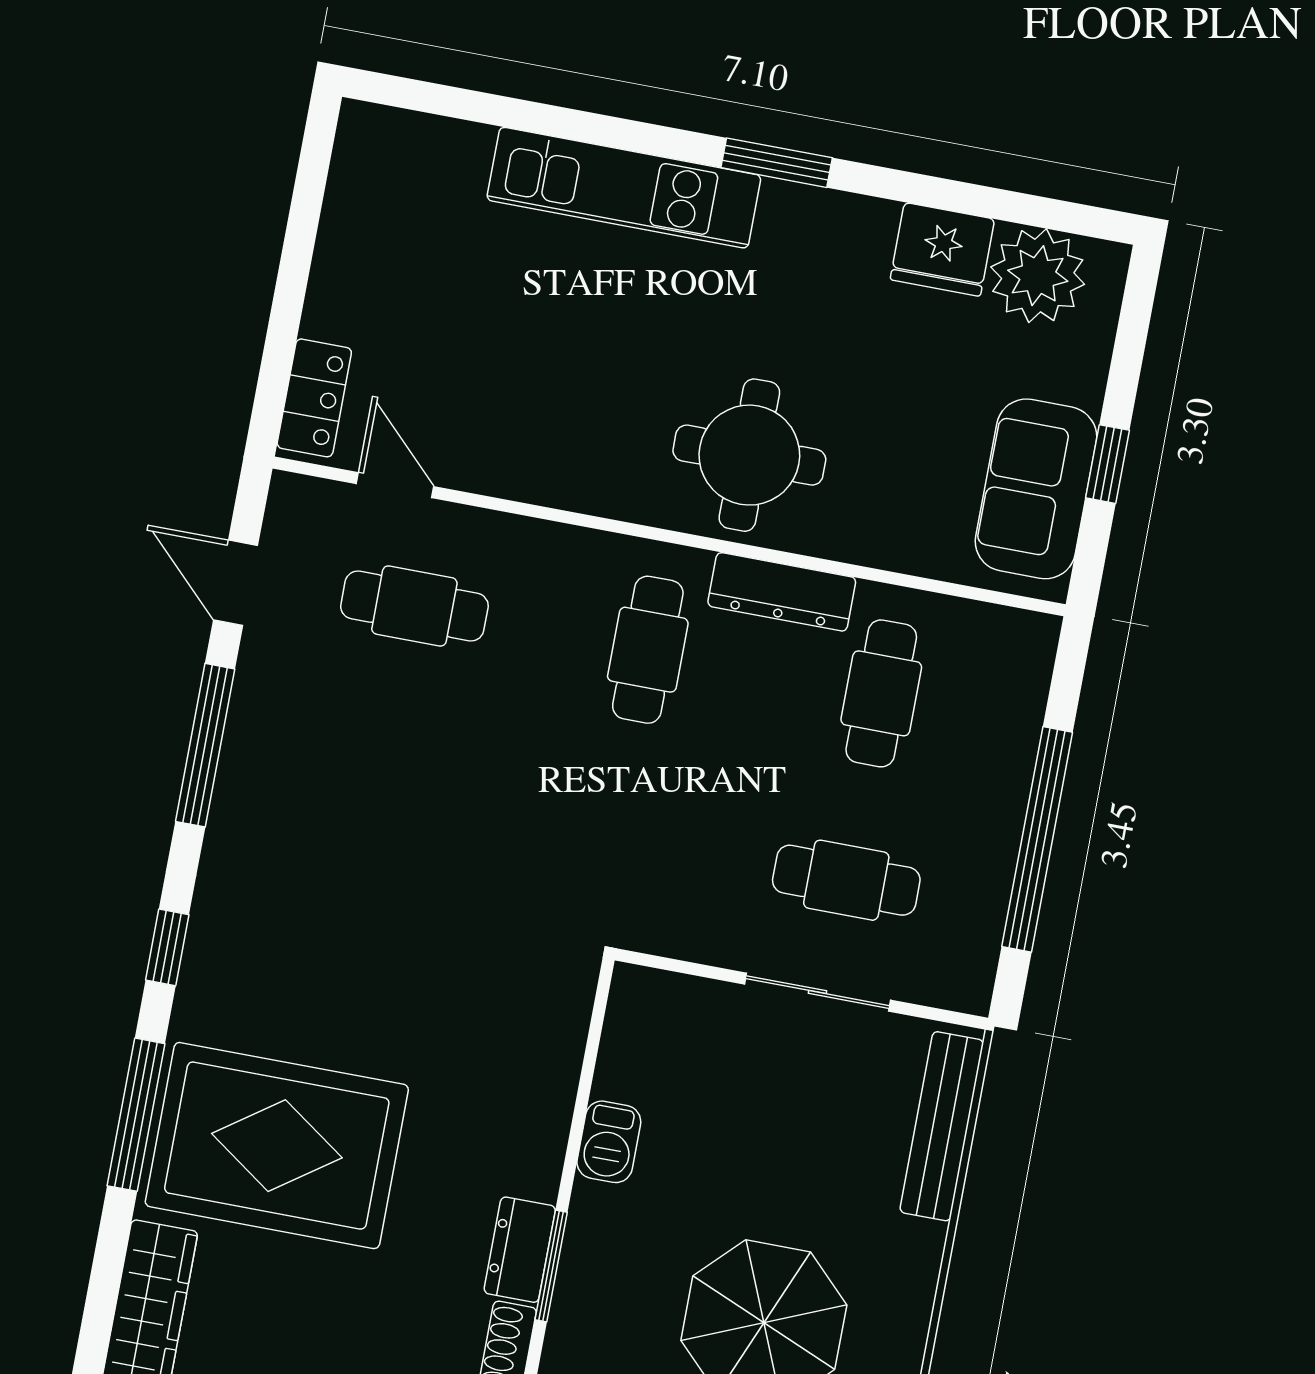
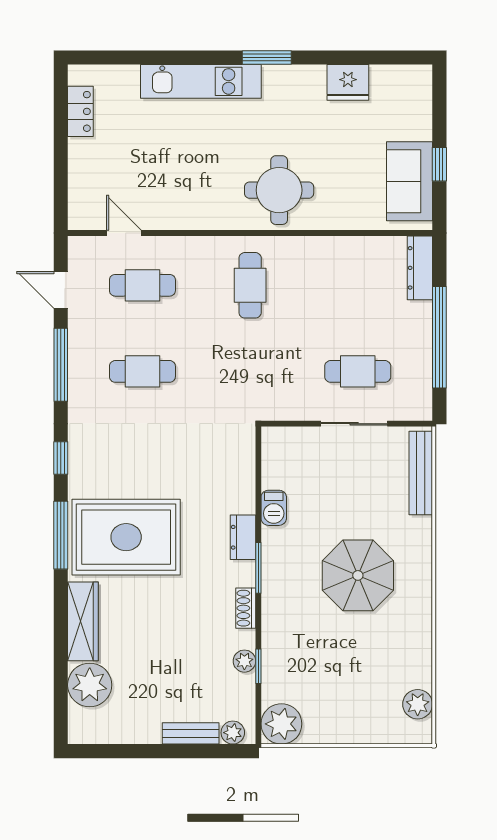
plant: (1038, 276) -> (393, 86), removed
locker: (314, 398) -> (80, 111), moved
dresser: (782, 592) -> (420, 268), moved, turned 90
cafe table: (881, 693) -> (142, 371), moved, turned 90
dresser: (520, 1250) -> (243, 537), moved

